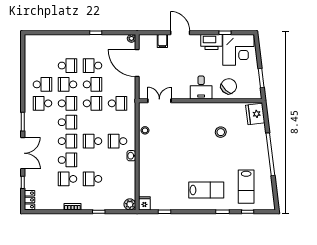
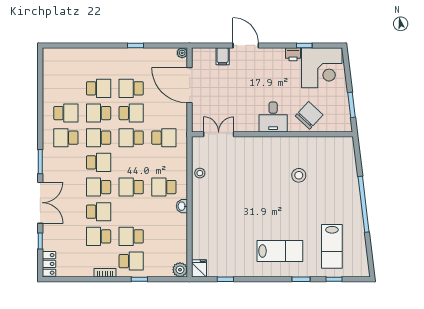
printer: (211, 42) -> (293, 54), width x0.53, depth x0.68
school desk: (67, 103) -> (99, 138), turned 180
school desk: (93, 103) -> (131, 138), turned 180
fridge: (255, 114) -> (344, 152), removed
school desk: (67, 141) -> (99, 187), turned 180
school desk: (93, 198) -> (131, 261), added

